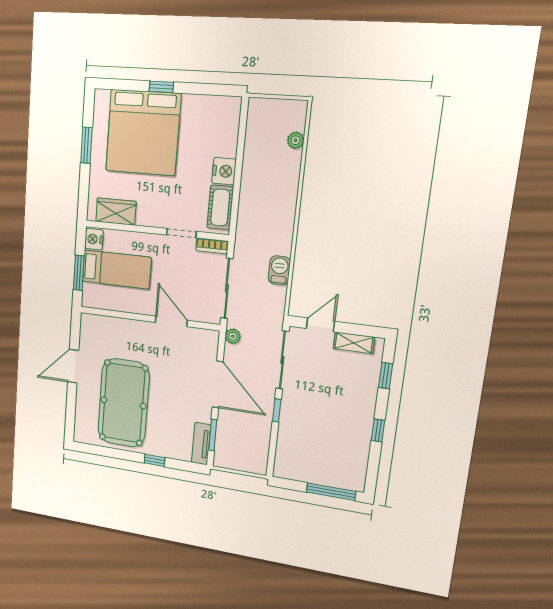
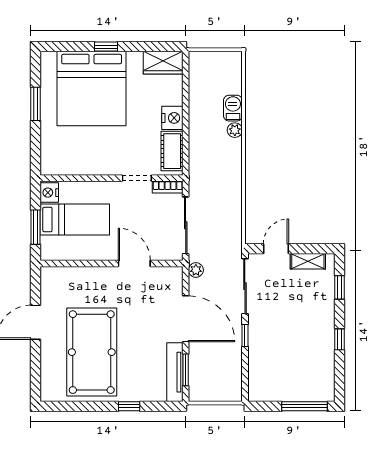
plant: (295, 140) -> (235, 130), moved
wardrobe: (116, 212) -> (163, 63), moved, turned 180
barbecue: (279, 270) -> (233, 108), moved
tv unit: (201, 444) -> (175, 372), width x1.41

